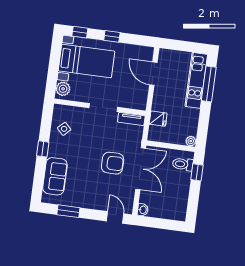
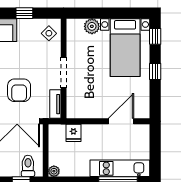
wall: (100, 107) -> (64, 69), moved
doorway: (103, 108) -> (64, 72), moved
tv unit: (131, 119) -> (55, 104), moved

